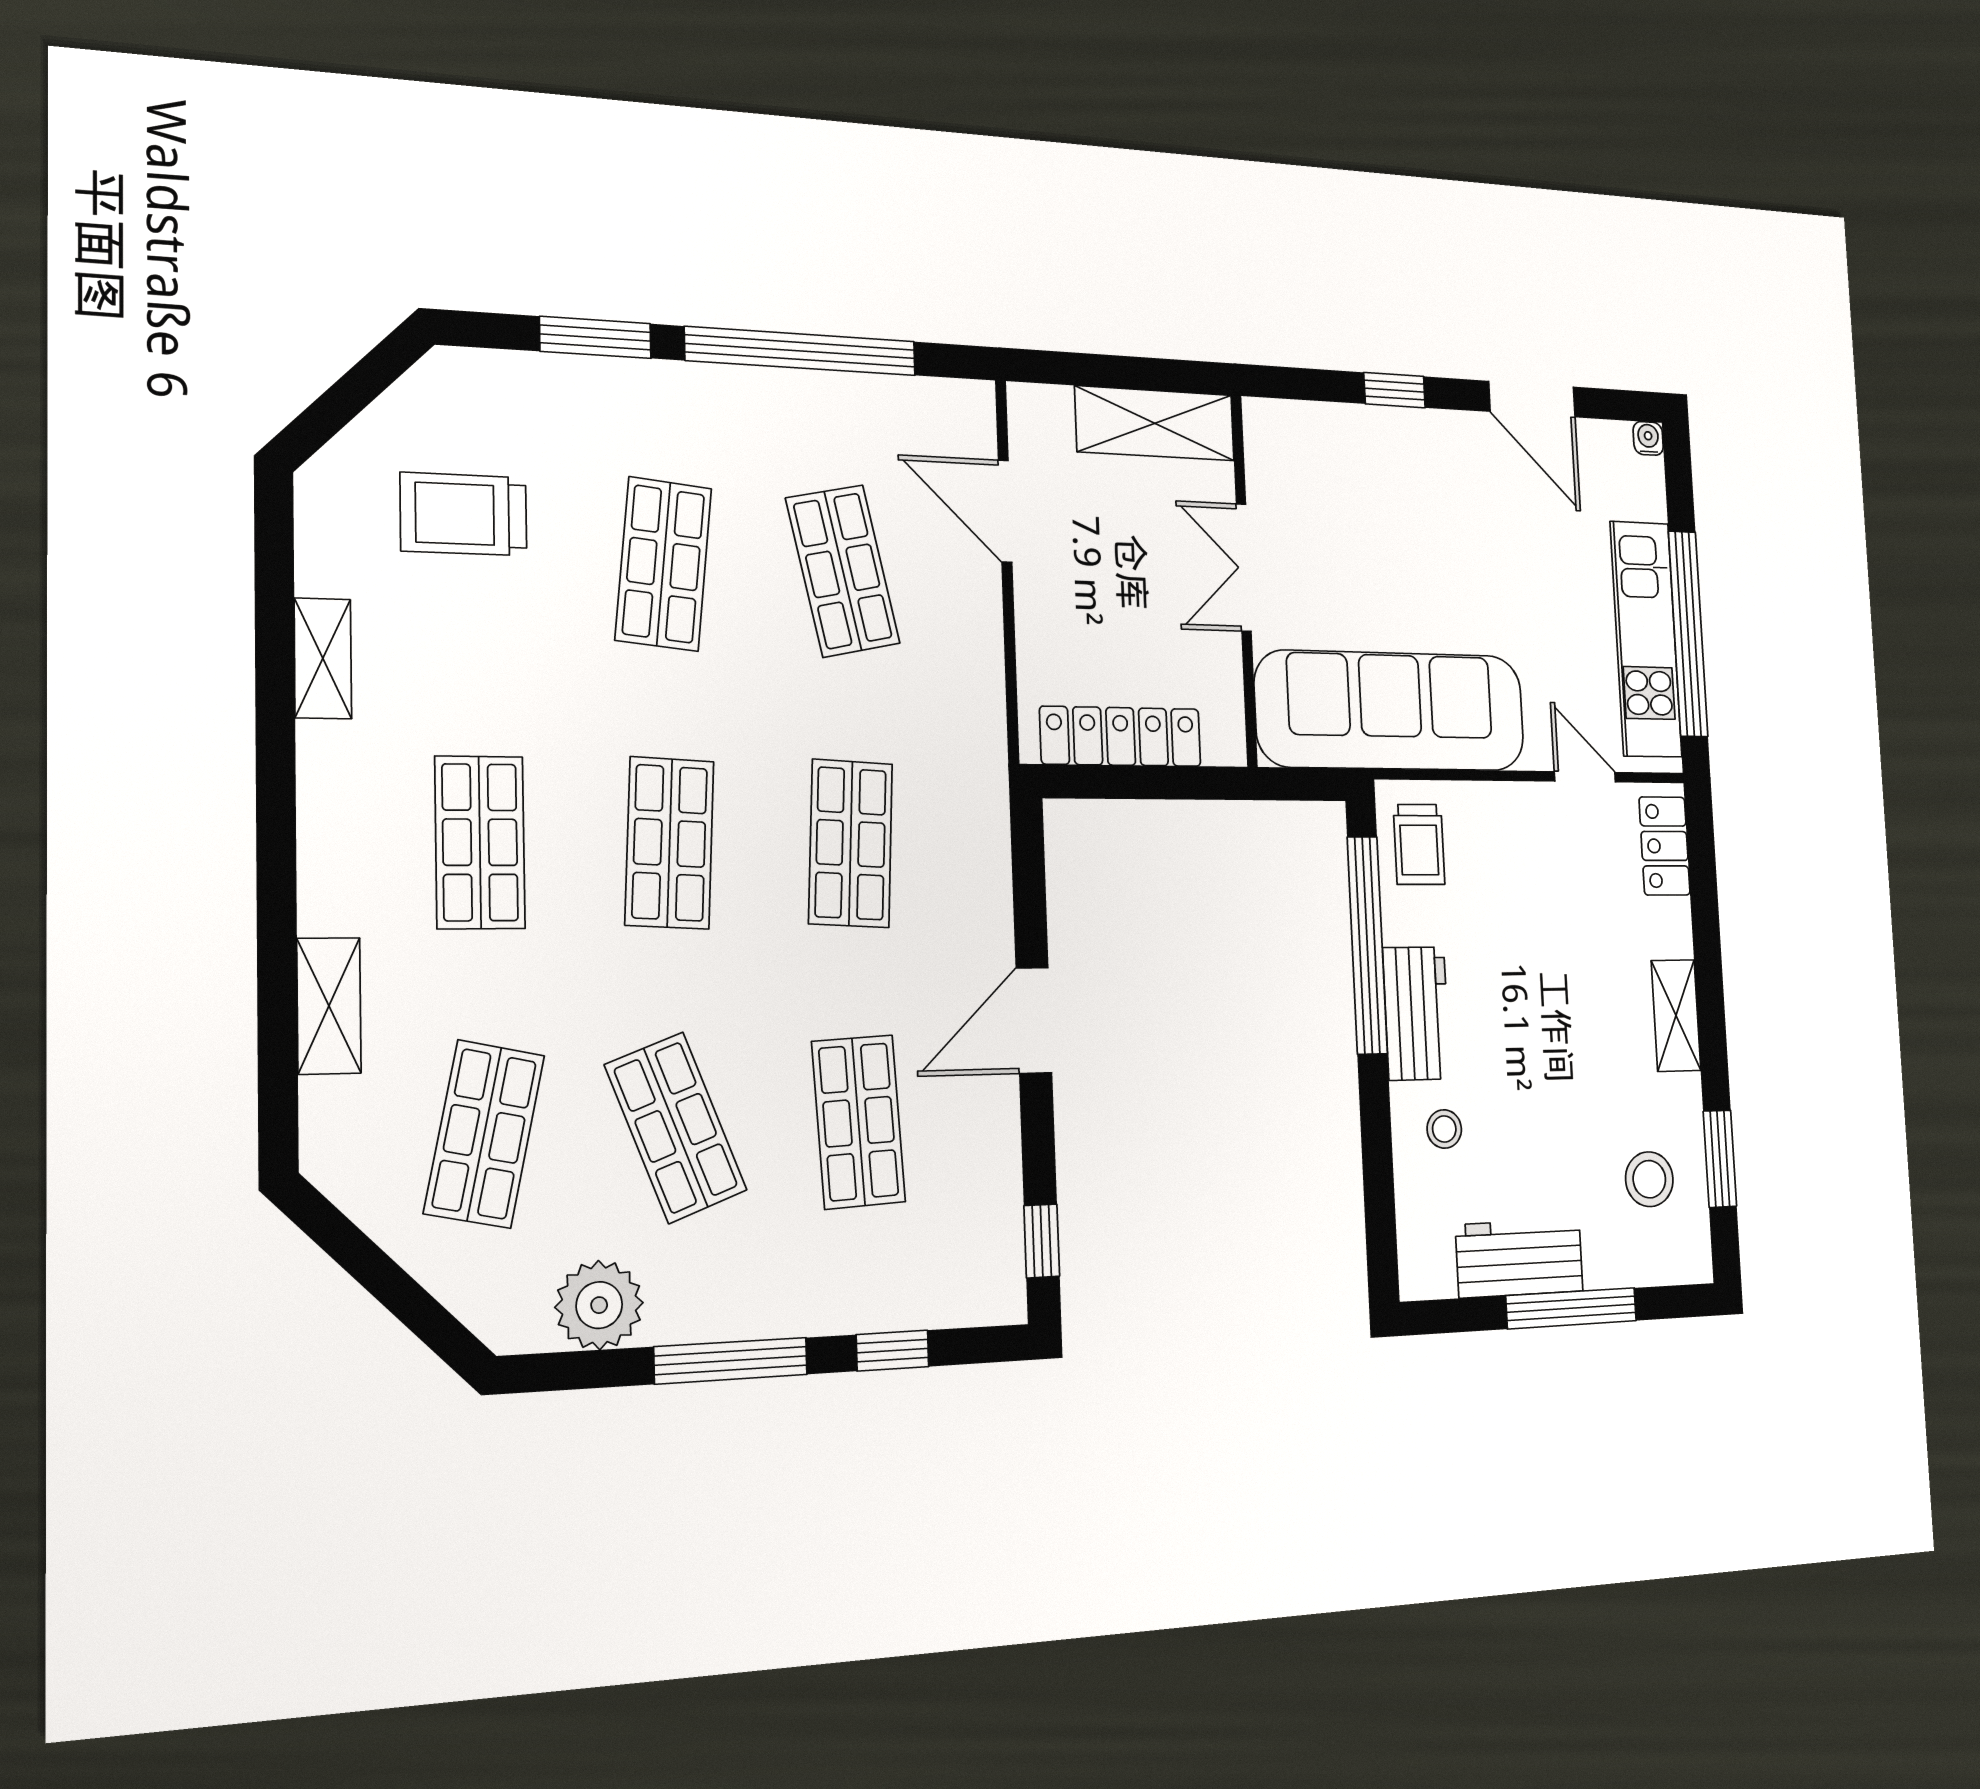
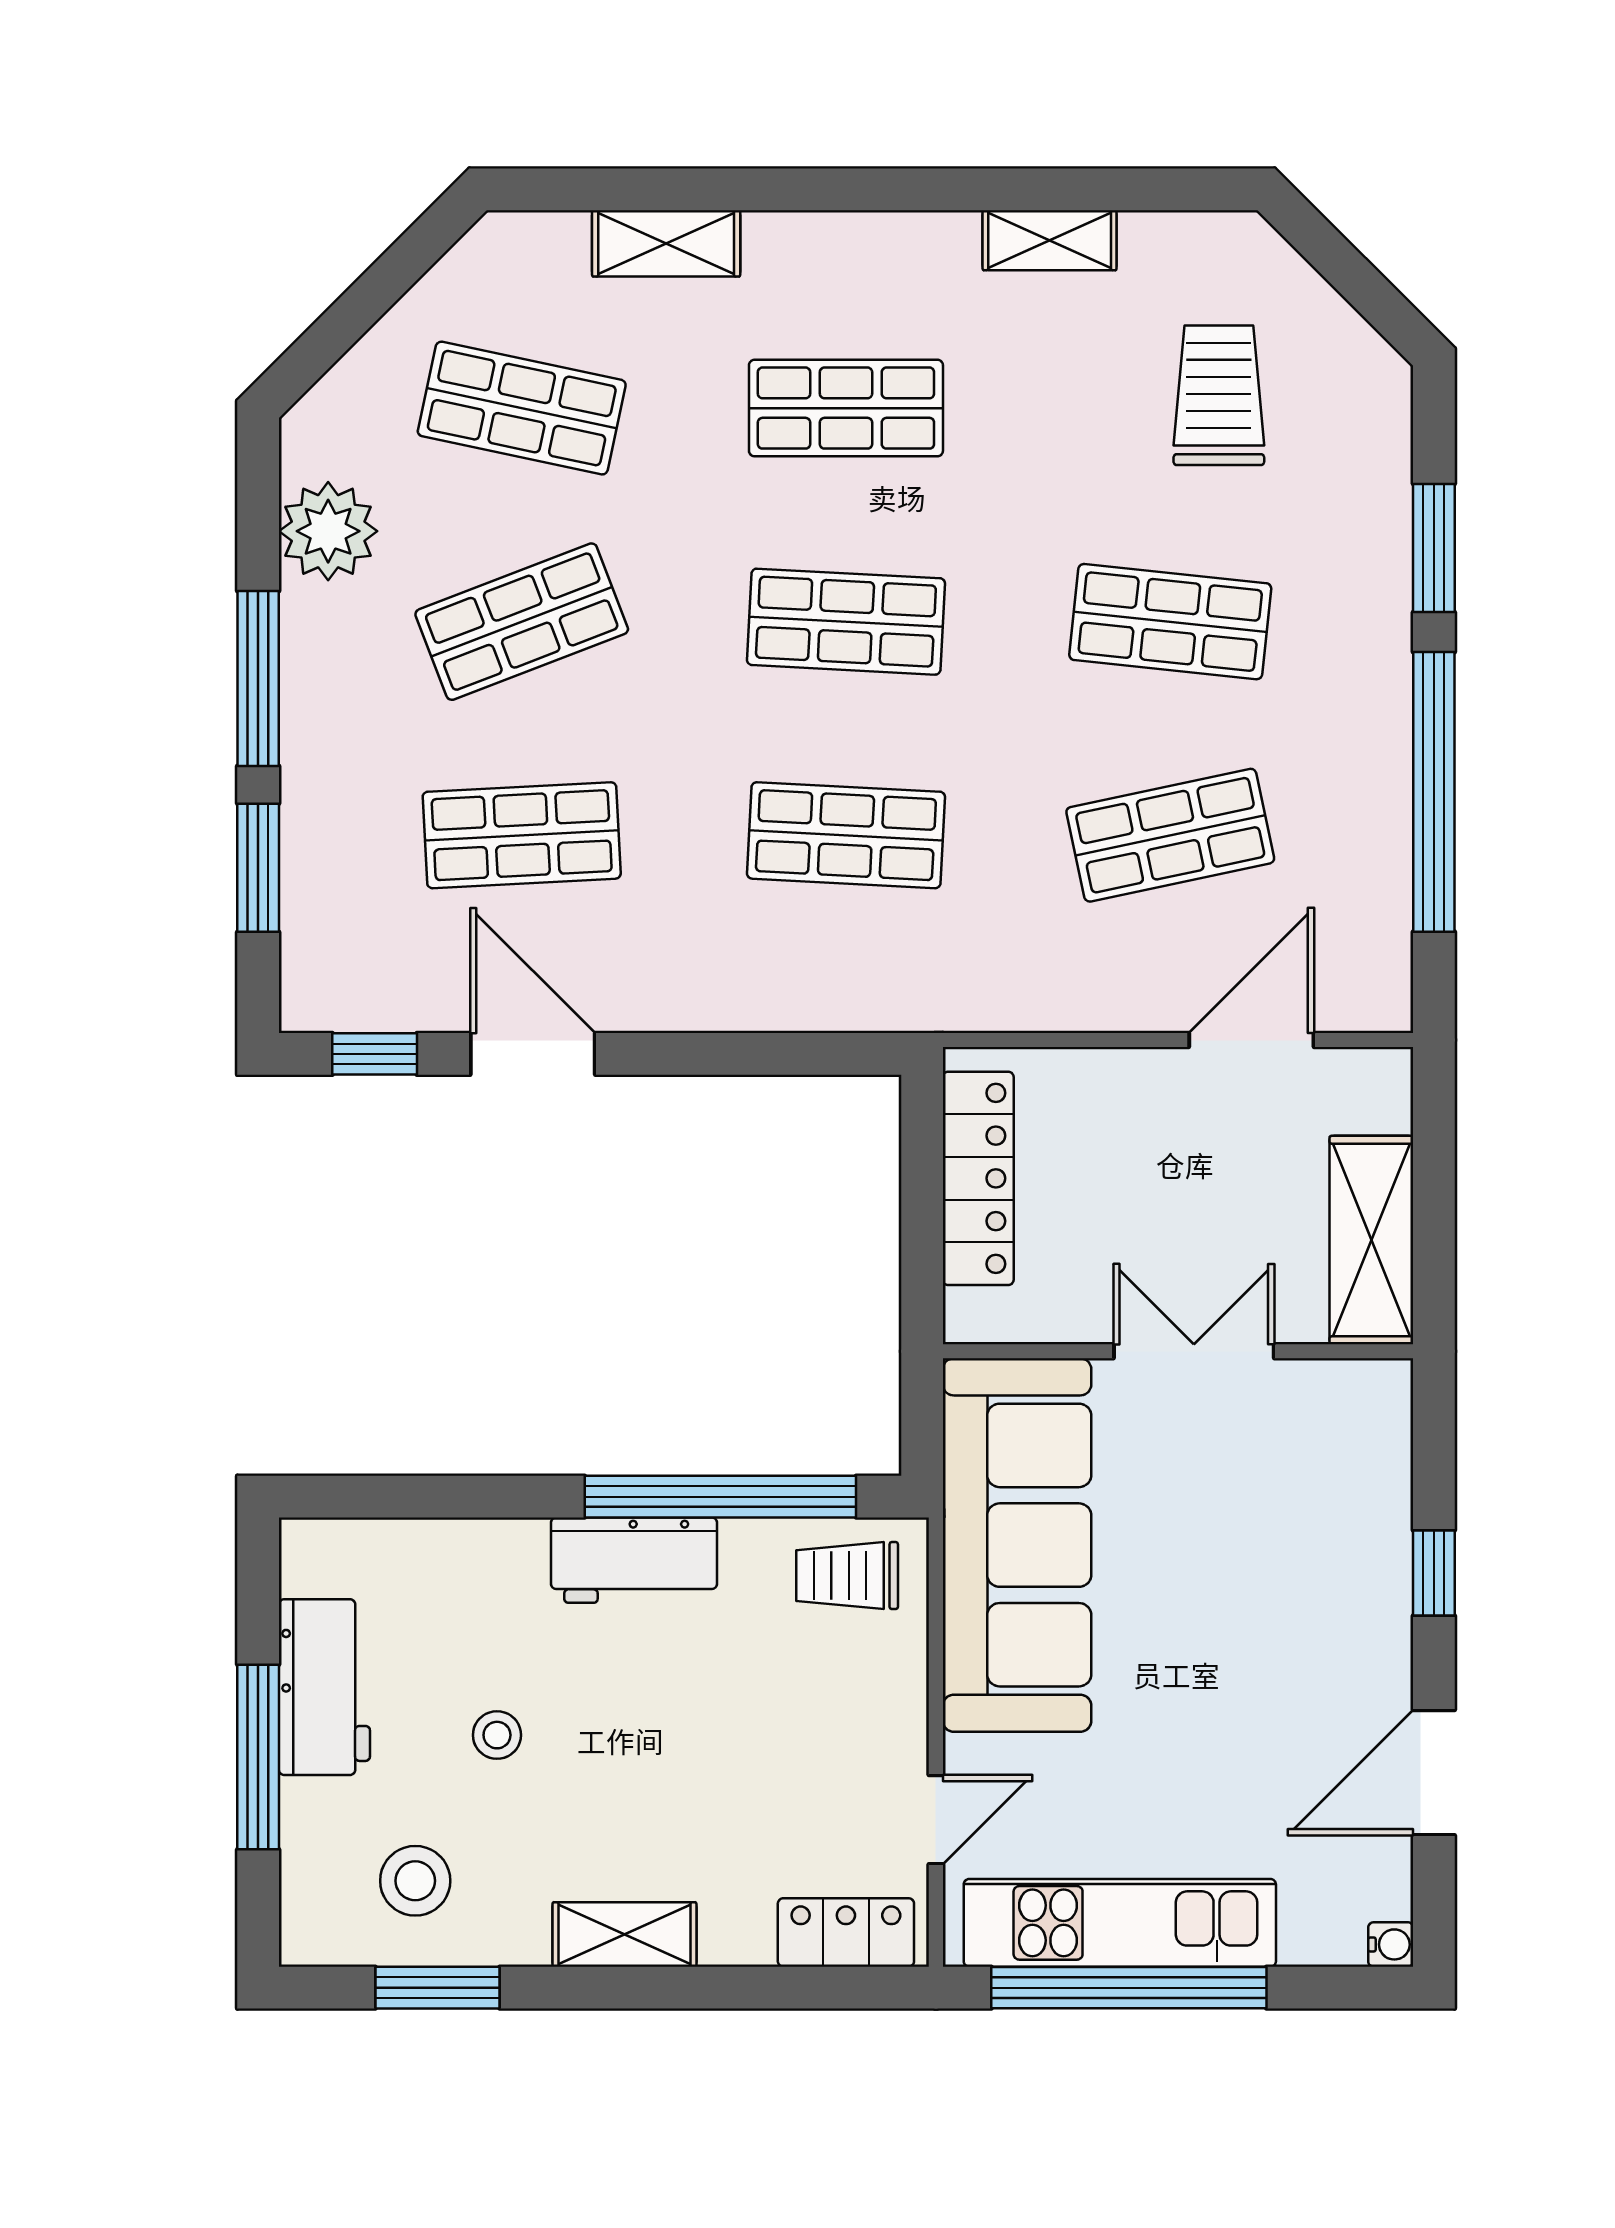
door: (1034, 1020) -> (533, 1054), moved
stool: (1444, 1129) -> (497, 1735), moved
window: (893, 1351) -> (258, 868), width x1.50

